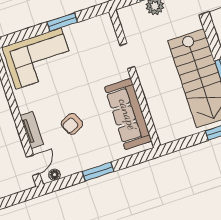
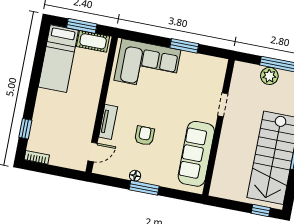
armchair: (72, 124) -> (145, 136), turned 115
floor lamp: (55, 175) -> (135, 176), moved

